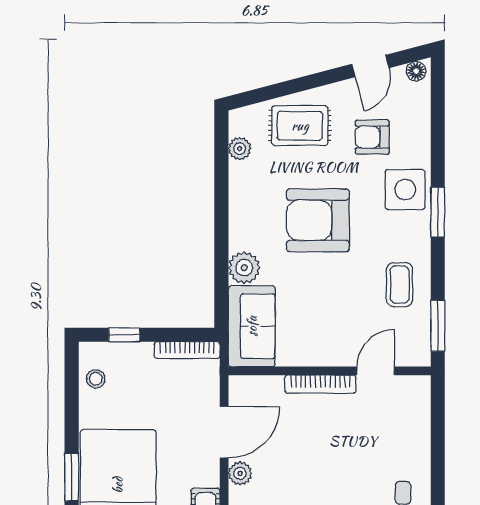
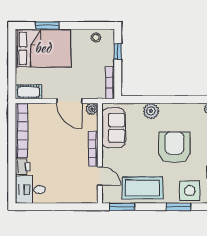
coffee table: (400, 285) -> (143, 188), width x1.86, depth x1.72
sofa: (252, 326) -> (114, 128), moved, turned -90
plant: (240, 473) -> (92, 109), moved

